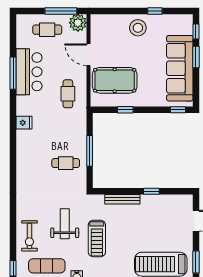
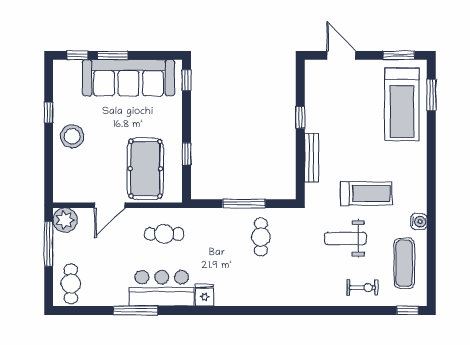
cafe table: (47, 30) -> (71, 284), moved
bar counter: (29, 72) -> (162, 288), moved
exercise bike: (29, 236) -> (362, 288), width x0.73, depth x0.72

